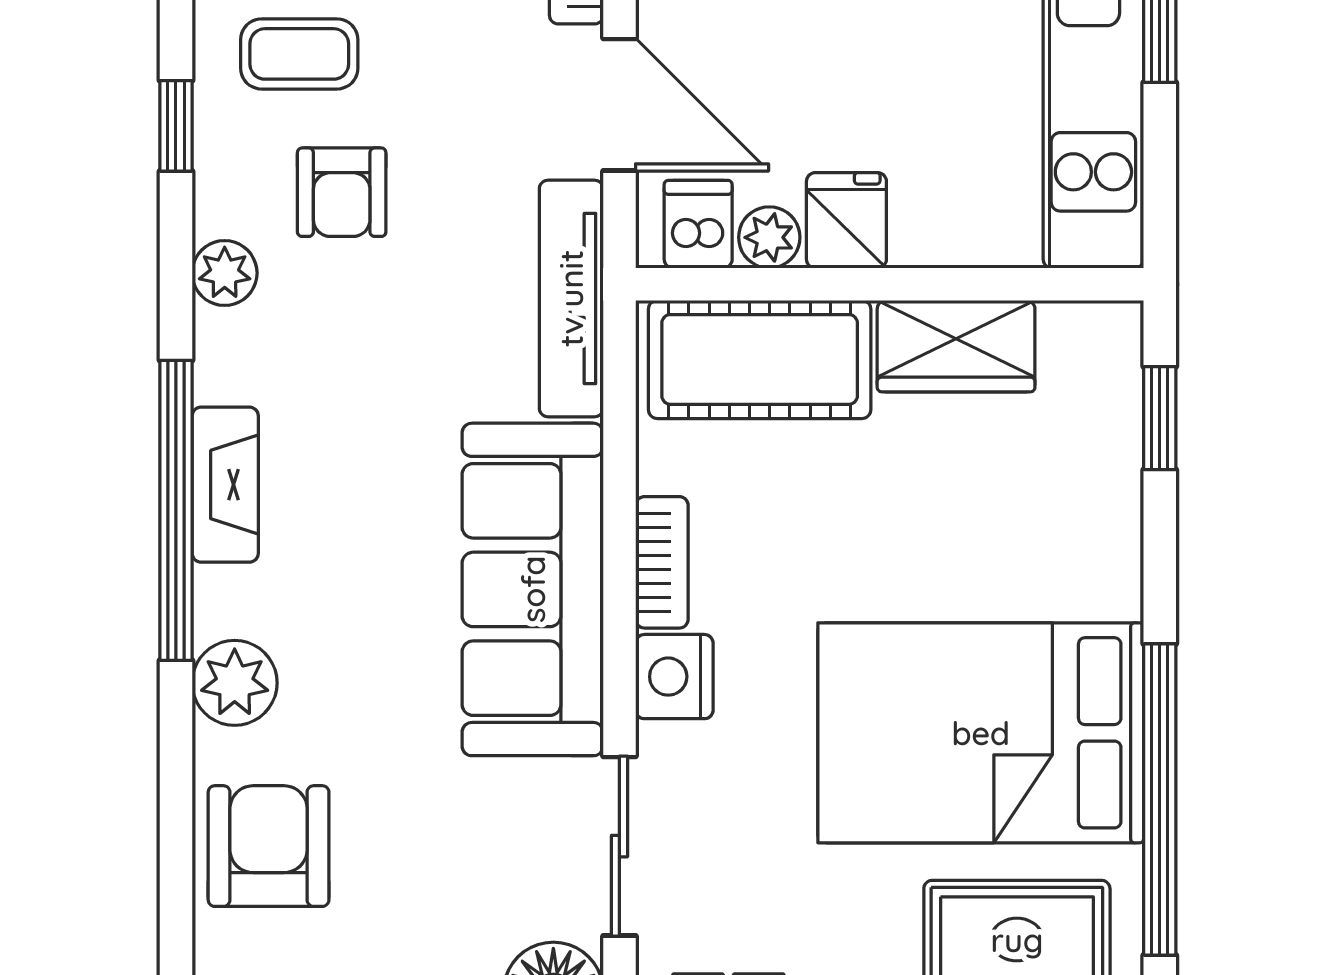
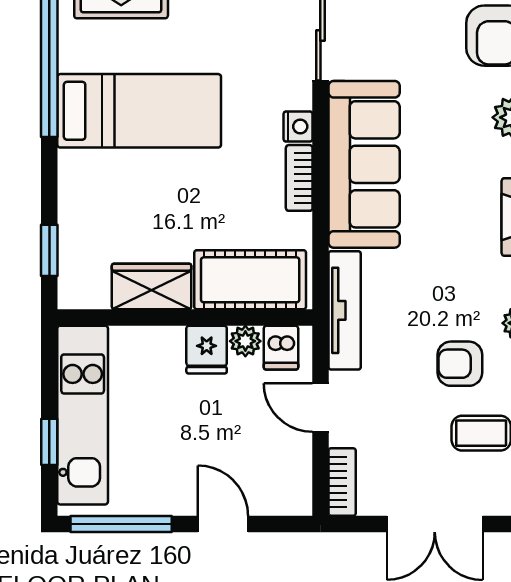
door: (619, 105) -> (320, 408), width x0.73
armchair: (342, 192) -> (460, 364), turned -90
nightstand: (674, 677) -> (298, 127), width x0.72, depth x0.74
bed: (981, 733) -> (139, 111), width x0.67

